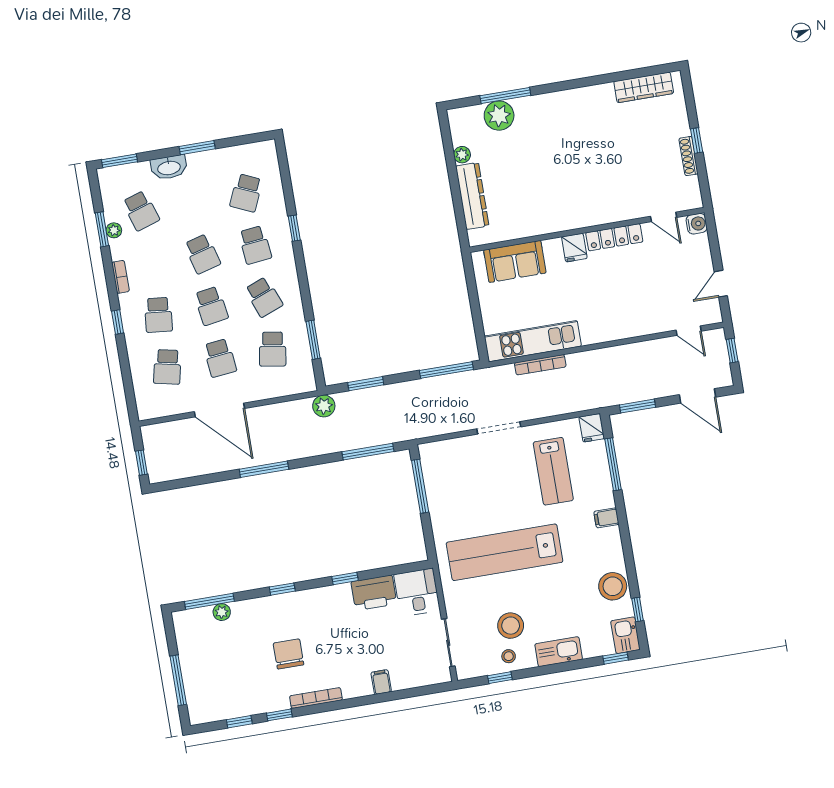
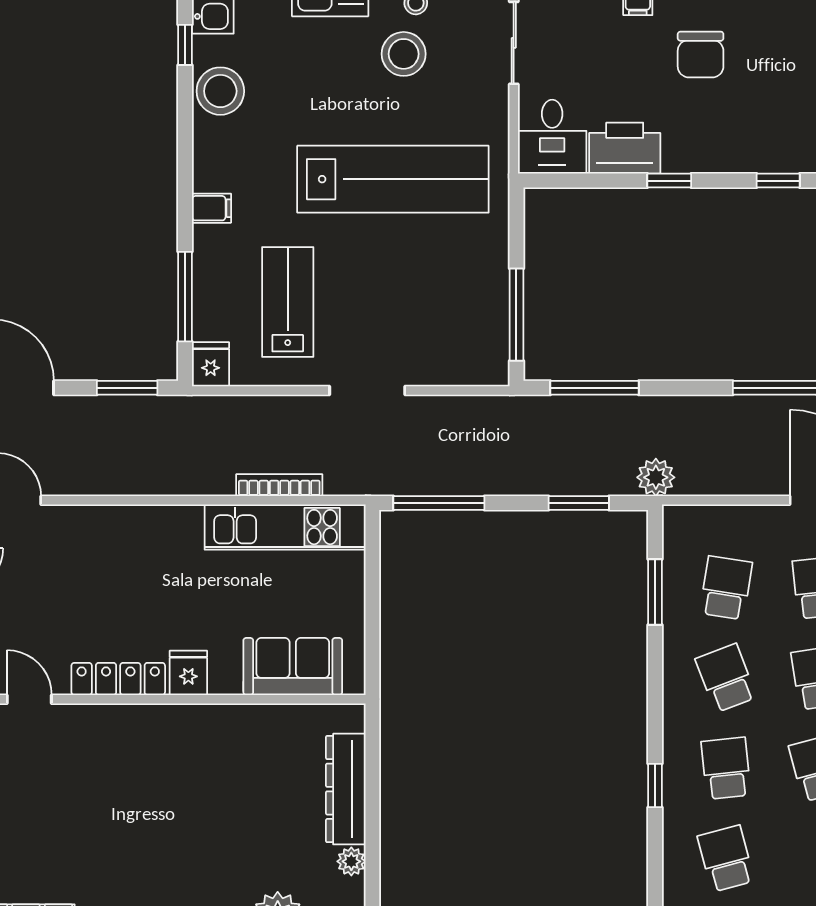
school desk: (246, 193) -> (726, 859), turned -39
chair: (288, 654) -> (701, 55), moved

